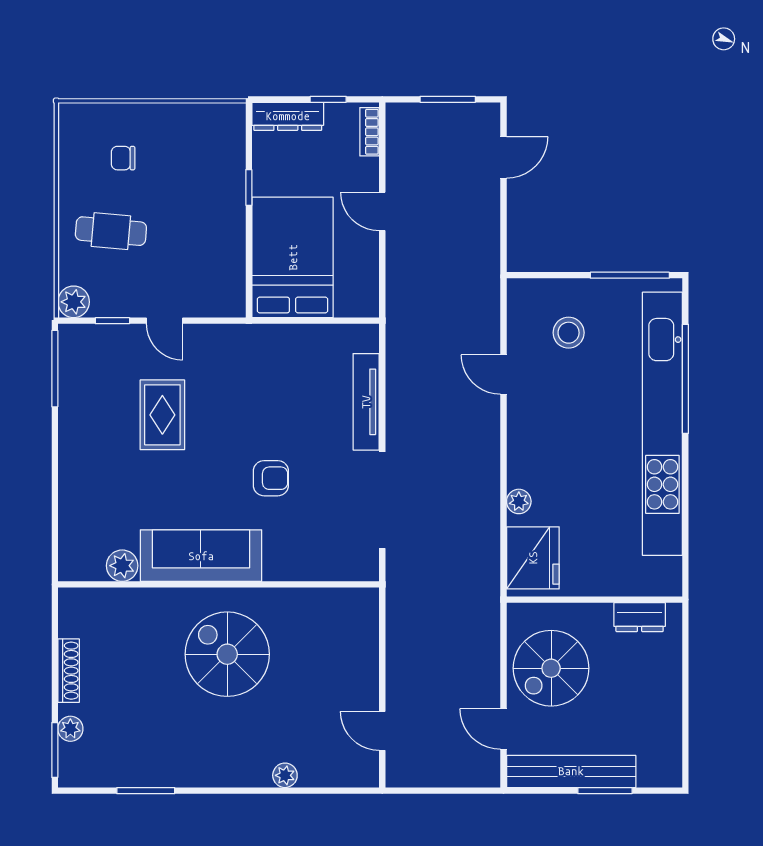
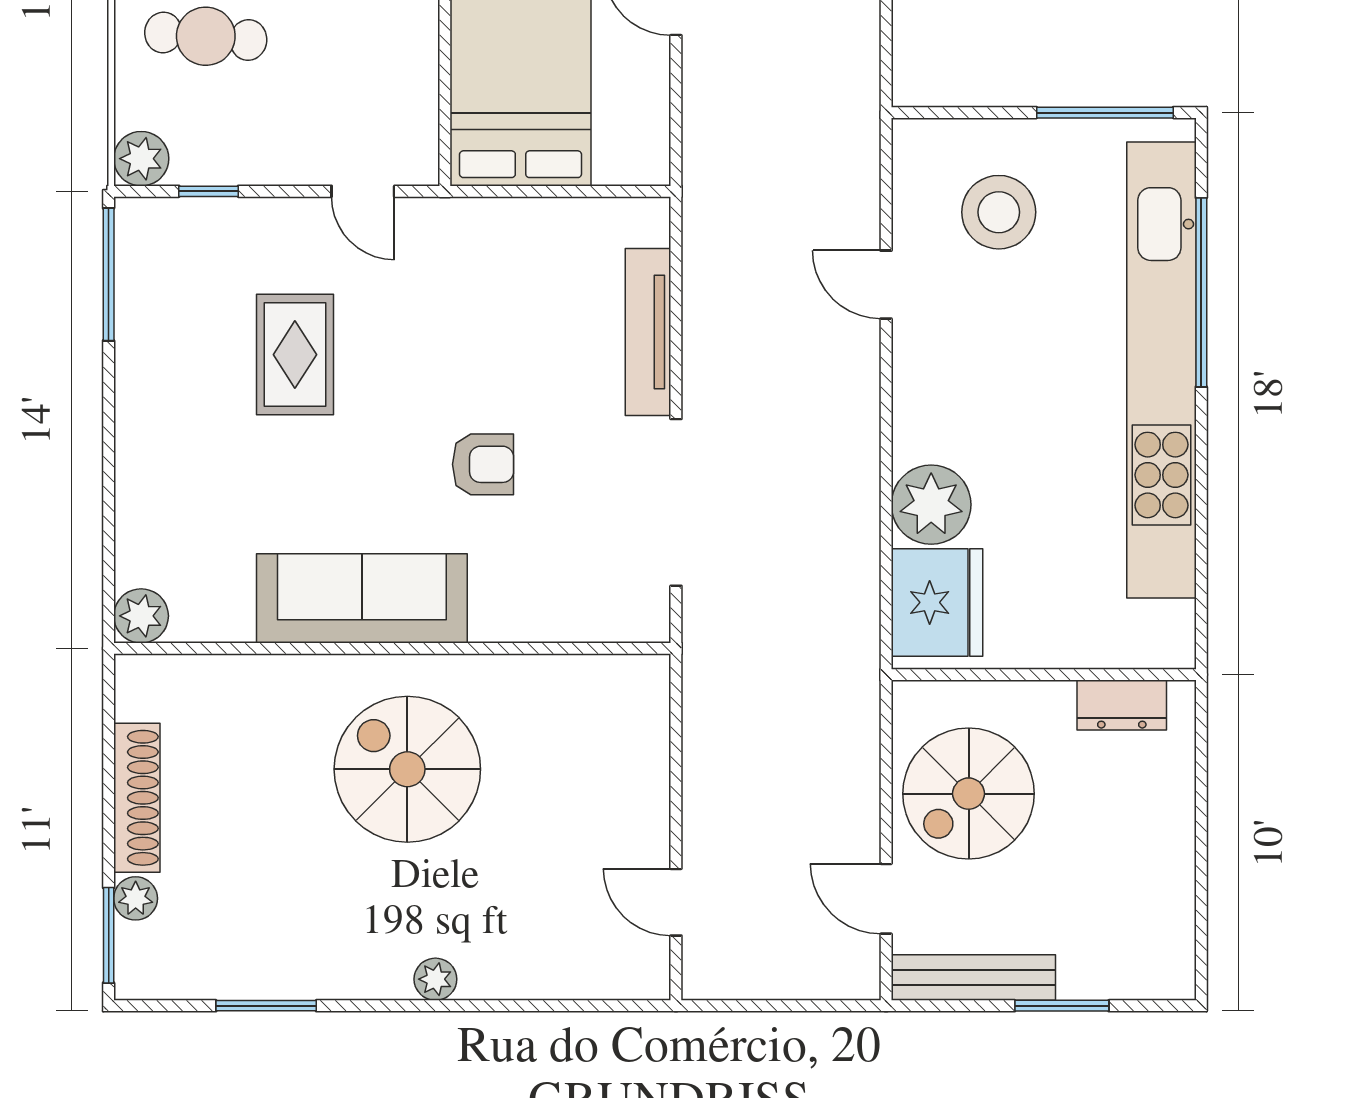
door: (165, 321) -> (363, 191), moved
stool: (569, 333) -> (999, 212), width x1.38, depth x1.38
plant: (519, 501) -> (931, 505), width x1.88, depth x1.88
plant: (122, 566) -> (141, 616), moved
shoe rack: (69, 671) -> (137, 798), width x1.36, depth x1.24
bench: (571, 771) -> (973, 977), width x0.73, depth x0.82
plant: (285, 775) -> (435, 979), moved

